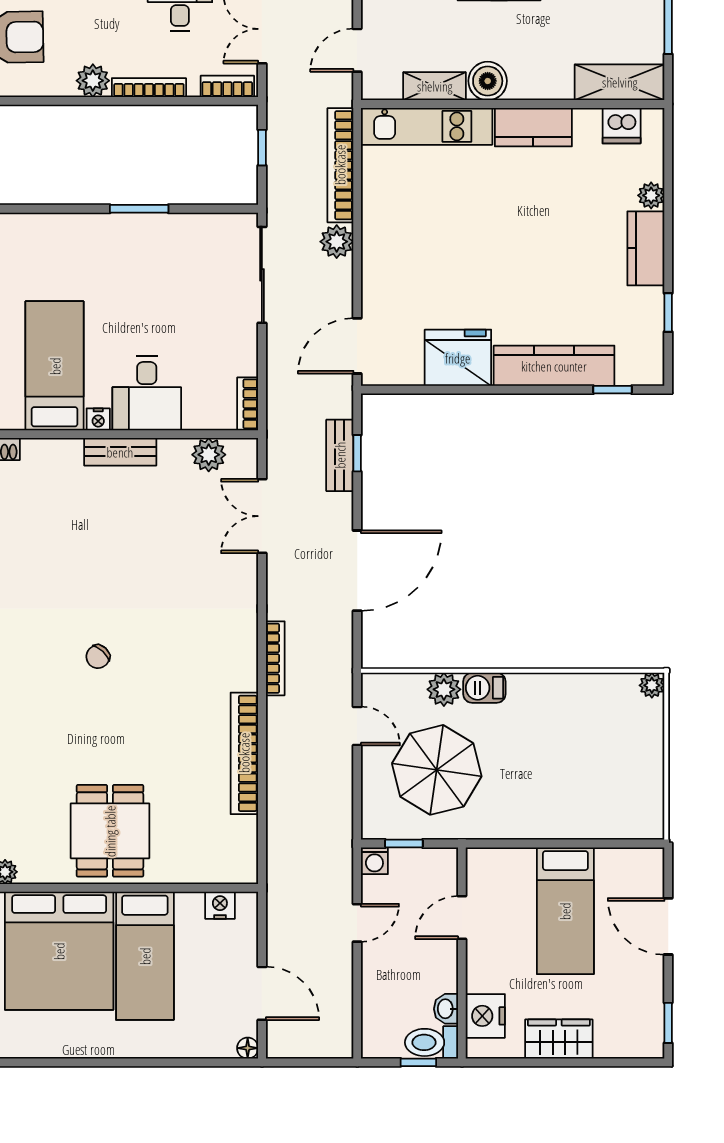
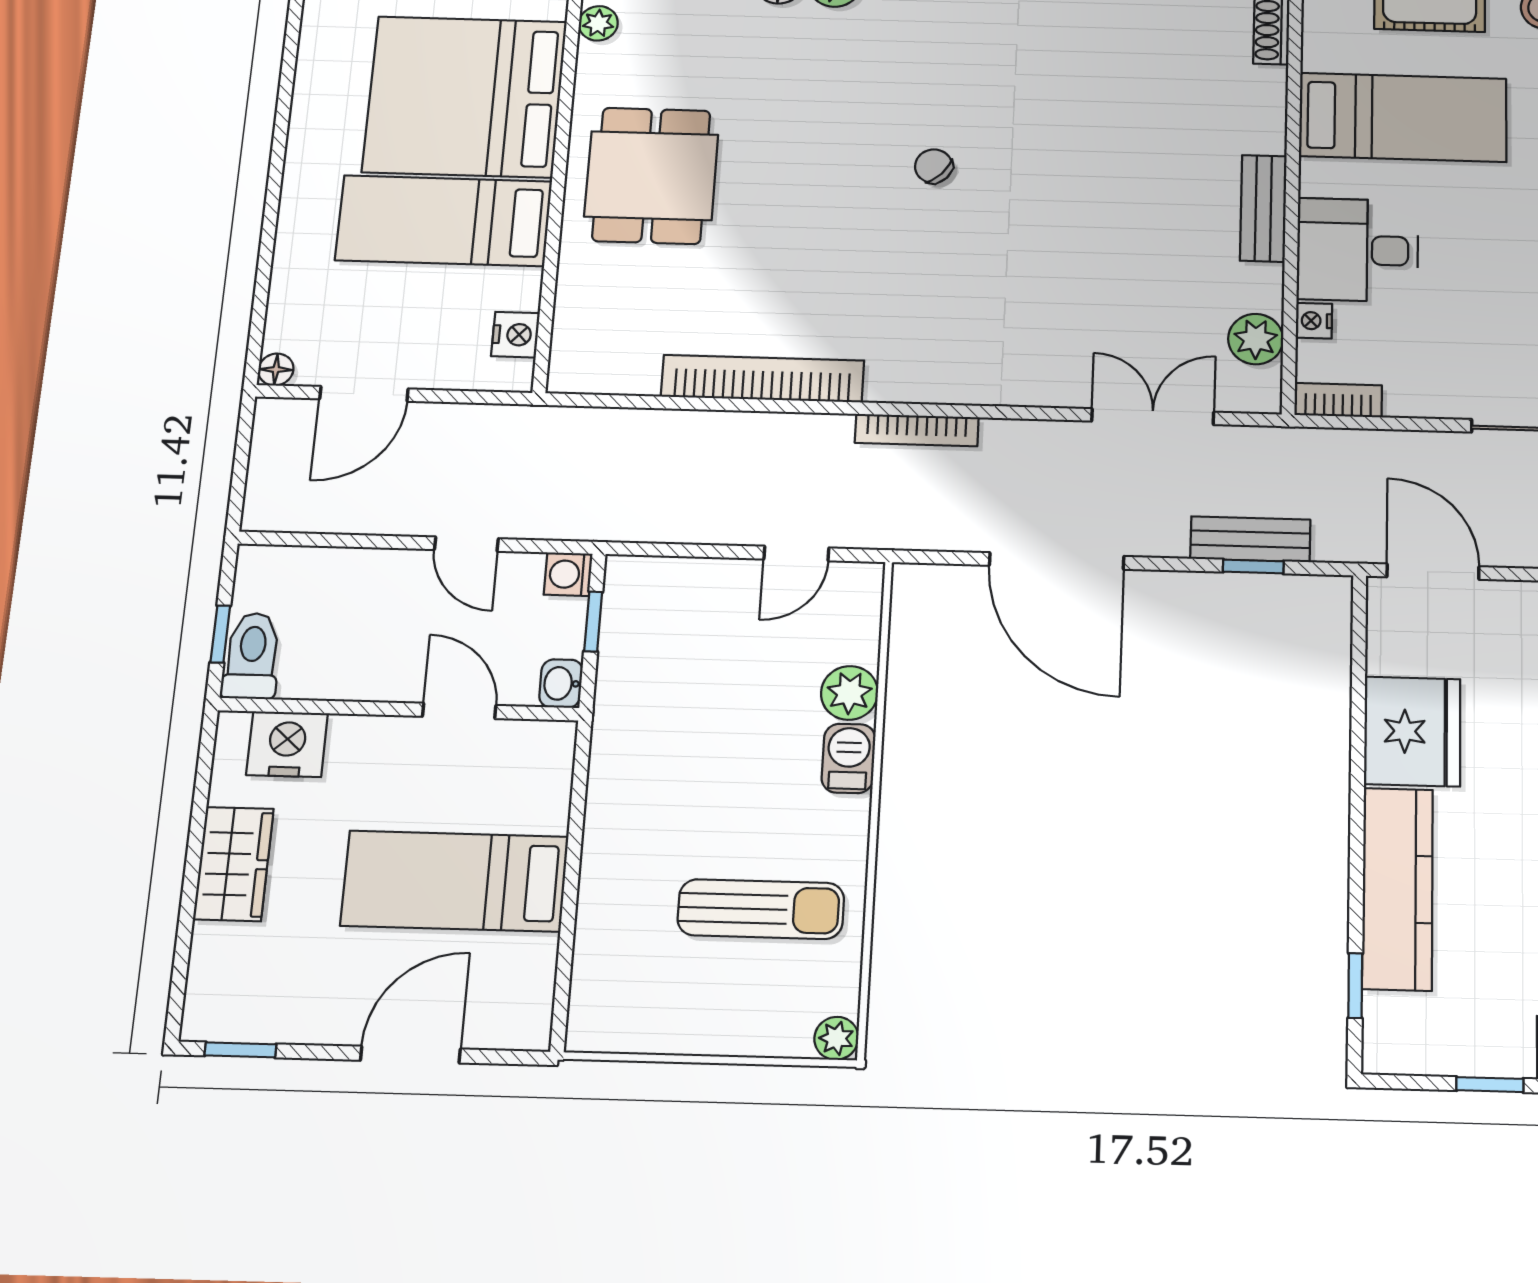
nightstand: (98, 419) -> (1314, 321), moved
sun lounger: (577, 733) -> (761, 909), added
parasol: (437, 770) -> (714, 677), removed
dining table: (110, 831) -> (651, 176), turned 90
washbasin: (446, 1009) -> (561, 683), moved, turned -90

